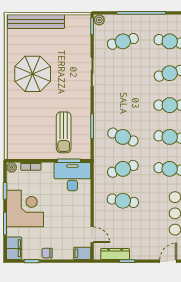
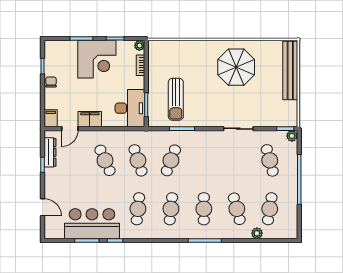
sun lounger: (64, 132) -> (176, 99), turned -90
cafe table: (123, 201) -> (105, 160), turned -33
filing cabinet: (14, 248) -> (90, 119), moved, turned 180

